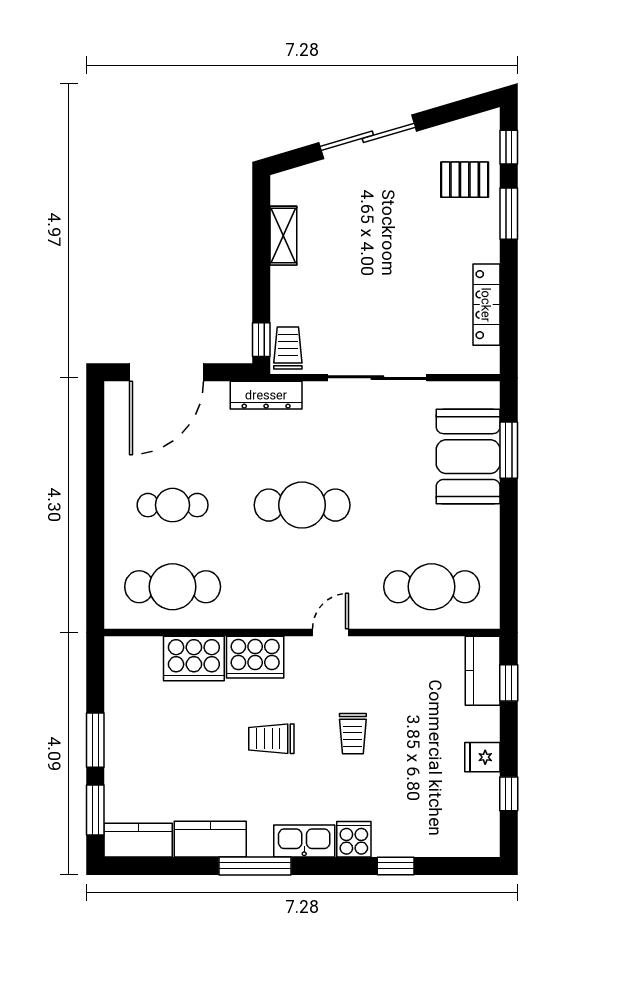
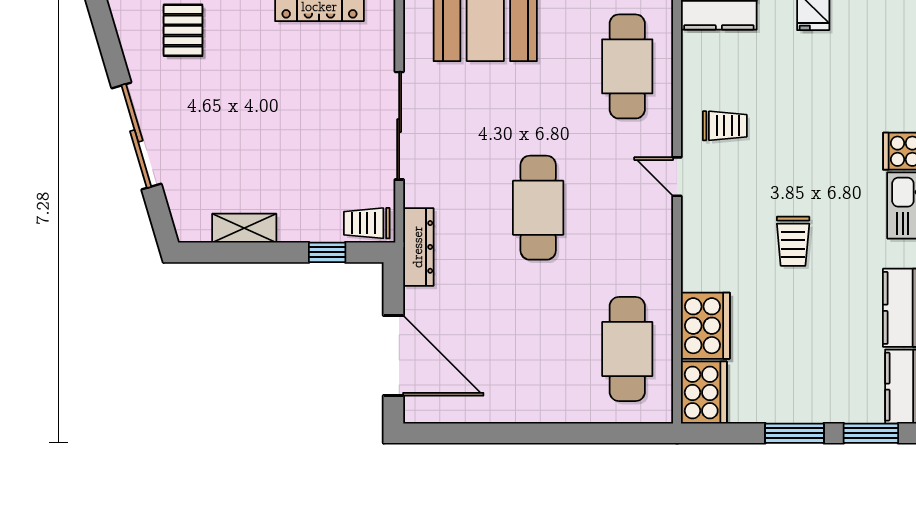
window: (261, 340) -> (327, 252), moved
cafe table: (173, 505) -> (538, 349), removed
cooker: (255, 657) -> (704, 393), moved
trolley: (353, 734) -> (725, 126), moved

